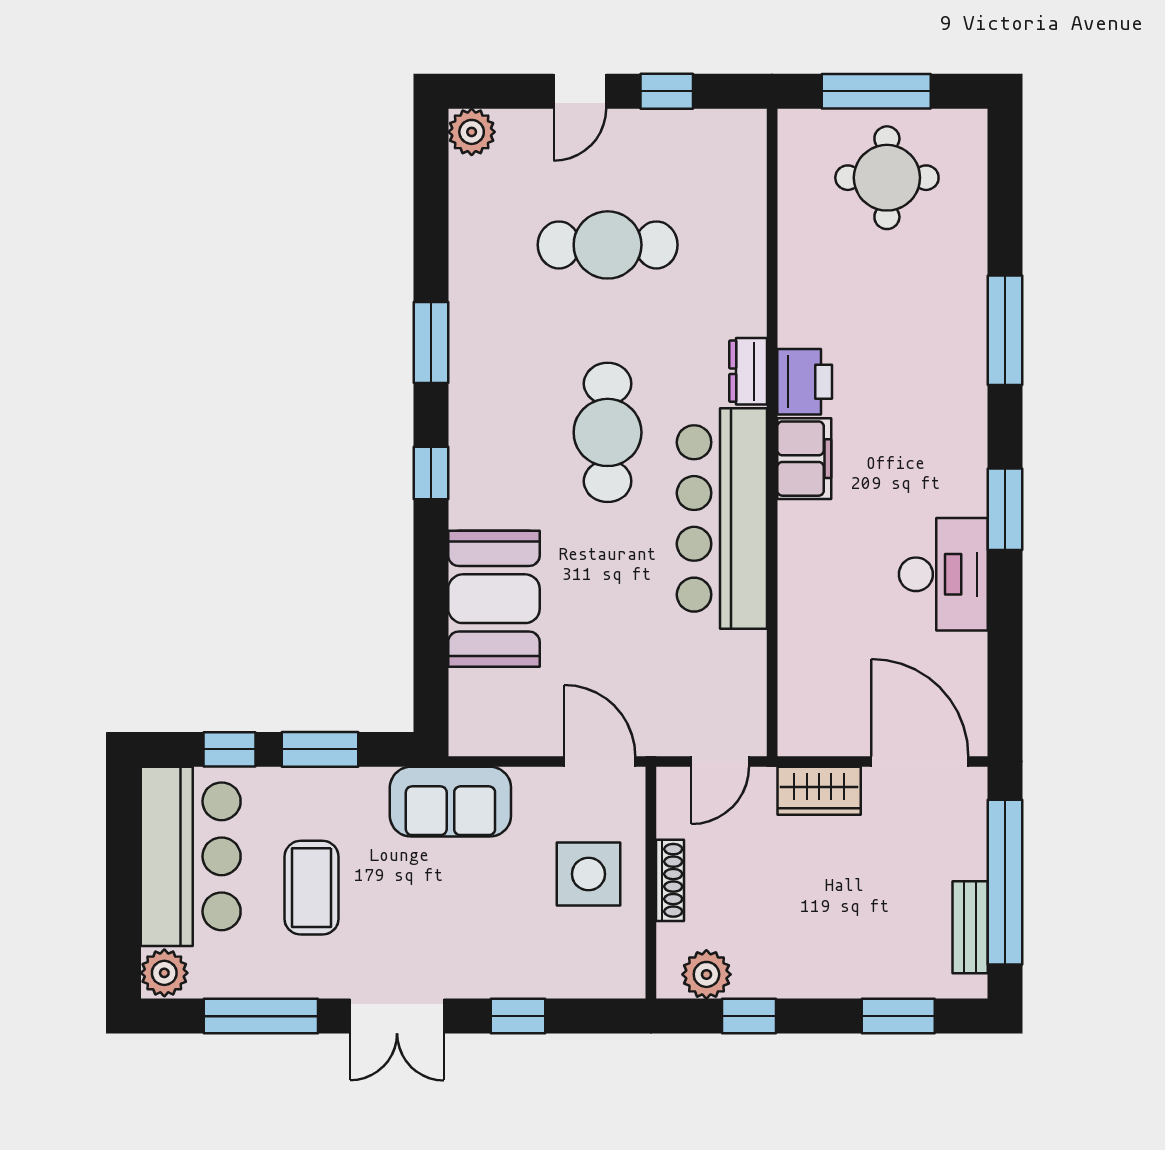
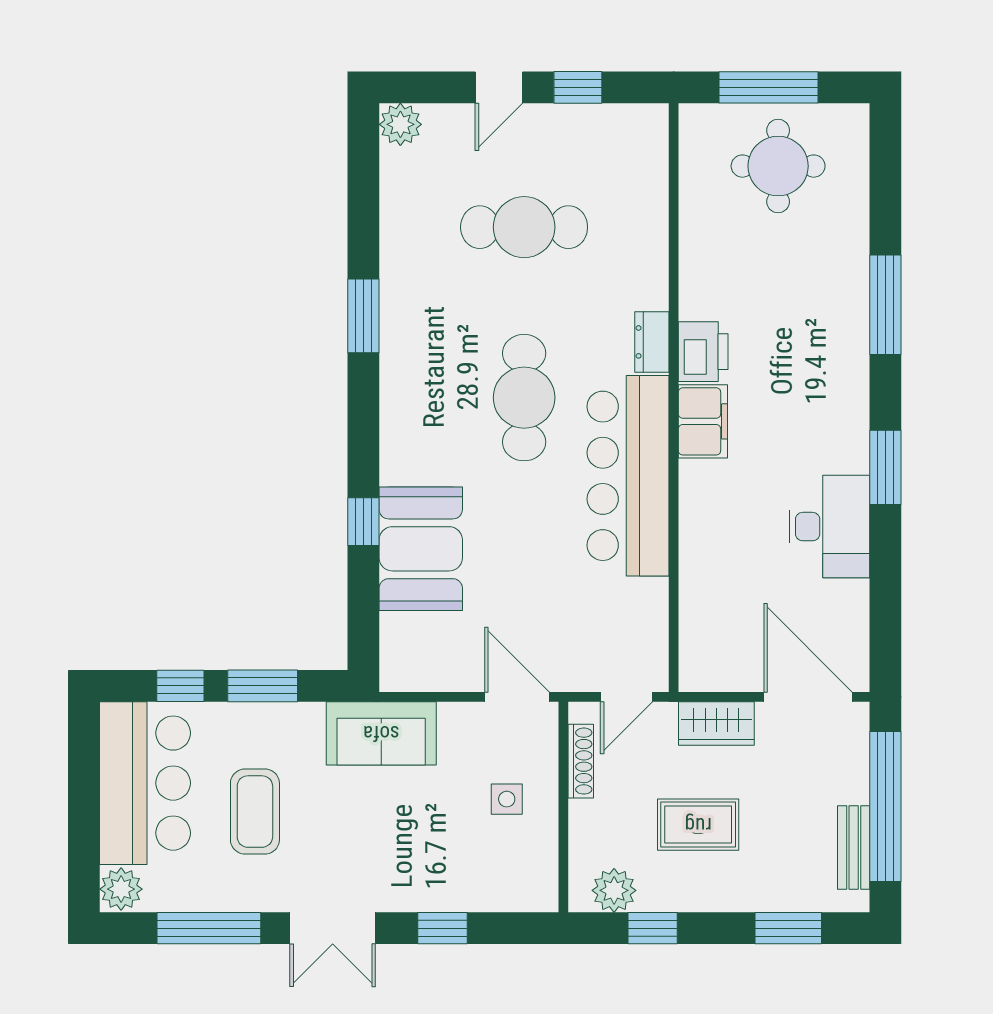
window: (431, 473) -> (363, 522), moved
side table: (588, 874) -> (507, 799), width x0.54, depth x0.54
shoe rack: (670, 880) -> (581, 761), moved
rug: (799, 902) -> (698, 825), added

